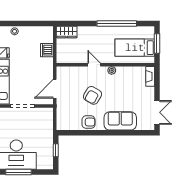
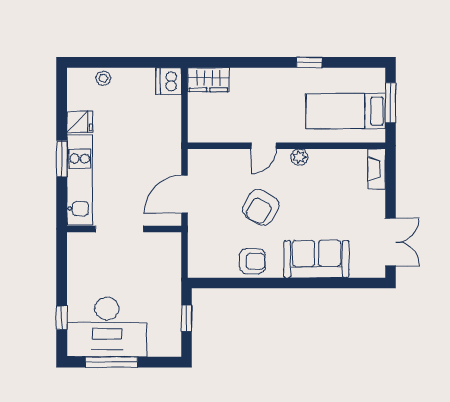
window: (117, 23) -> (309, 62), width x0.32
dishwasher: (47, 50) -> (169, 81), moved
door: (94, 65) -> (264, 146), swing flipped

